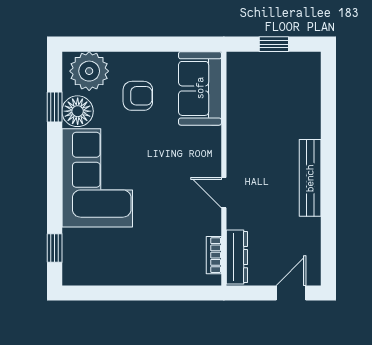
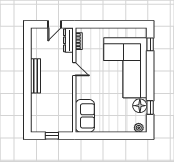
plant: (89, 71) -> (139, 128), width x0.53, depth x0.53
armchair: (138, 96) -> (113, 113), removed
corner sofa: (97, 178) -> (125, 68), width x1.36, depth x1.36
door: (291, 293) -> (54, 24), moved

